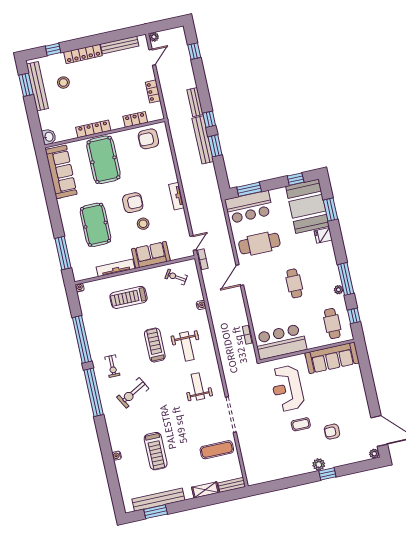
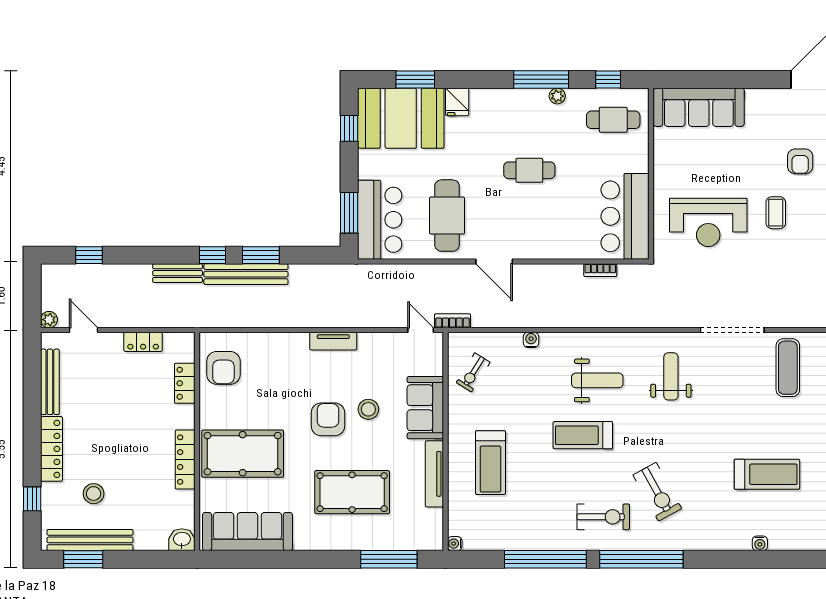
sofa: (332, 358) -> (699, 107), moved, turned 90
exercise bike: (112, 366) -> (603, 517), width x1.38, depth x1.39
weight bench: (198, 386) -> (671, 376), turned 90

